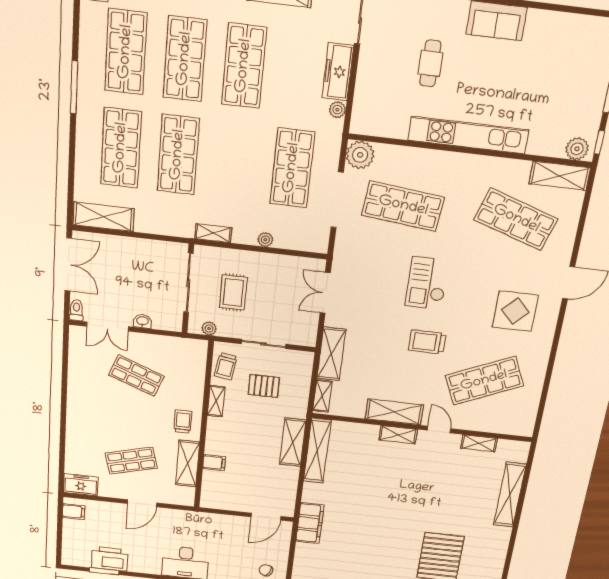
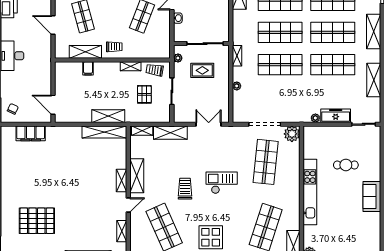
shop shelf: (292, 168) -> (280, 65), moved
filing cabinet: (310, 523) -> (31, 133), moved

